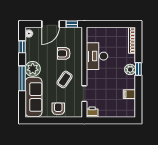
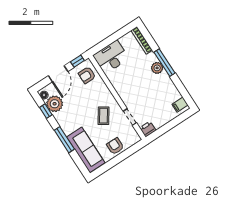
armchair: (64, 53) -> (87, 75), moved
desk: (97, 56) -> (111, 57), moved, turned 90
plant: (33, 69) -> (55, 104), moved
window: (138, 69) -> (164, 63), width x2.17
filing cabinet: (129, 94) -> (180, 105), moved

